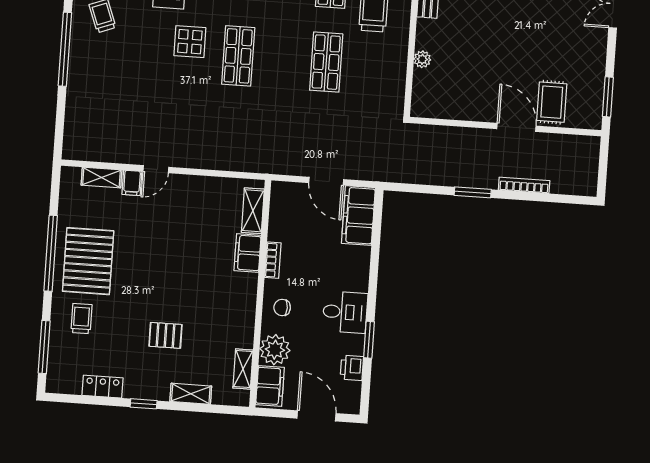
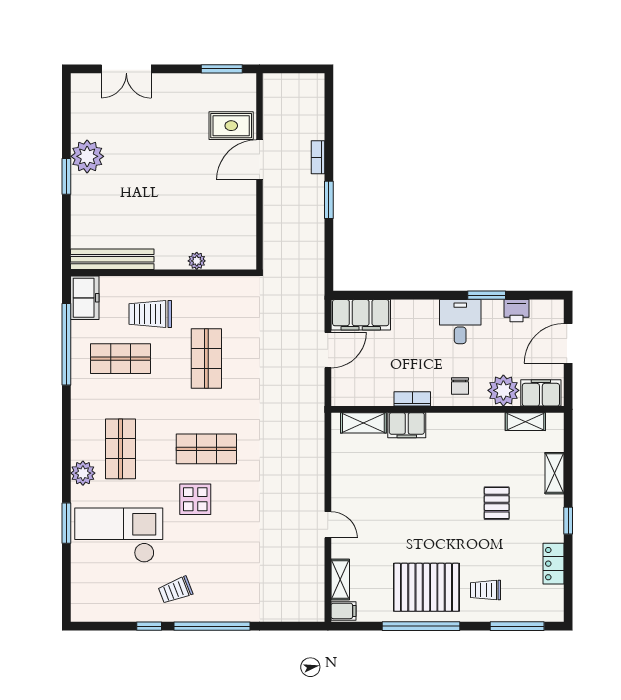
shop shelf: (326, 62) -> (206, 359), turned 90
filing cabinet: (132, 183) -> (344, 611), moved
bookcase: (524, 185) -> (318, 157), width x0.64

